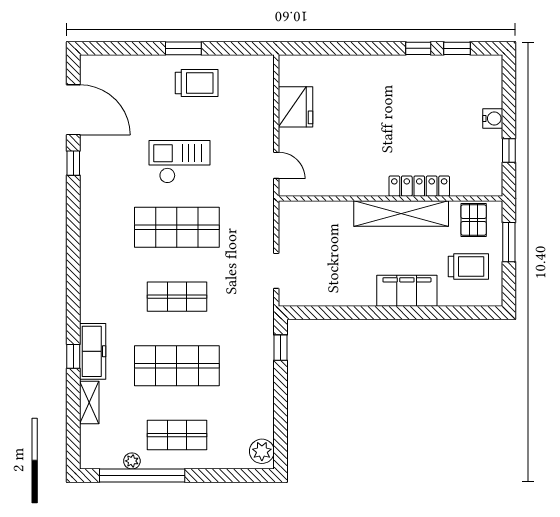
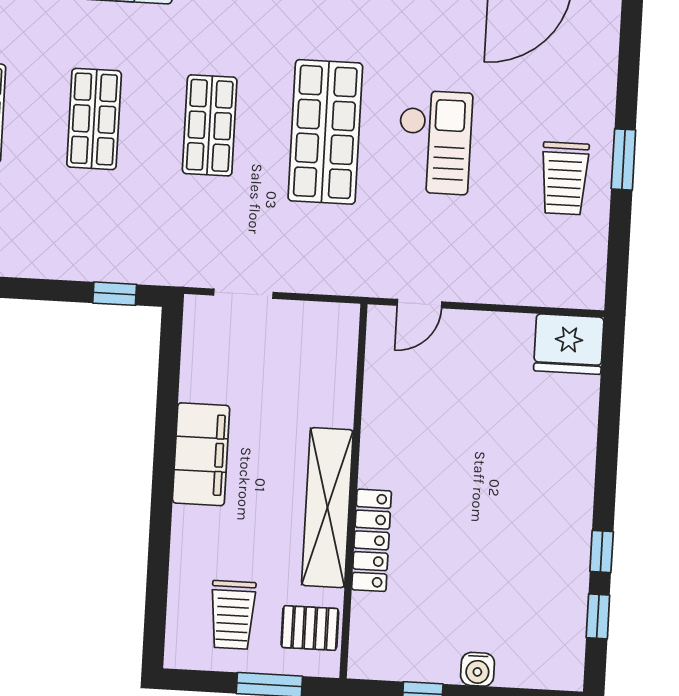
fridge: (296, 107) -> (569, 344), moved
filing cabinet: (407, 291) -> (201, 454), moved
shop shelf: (177, 366) -> (94, 119), width x0.70, depth x0.74

